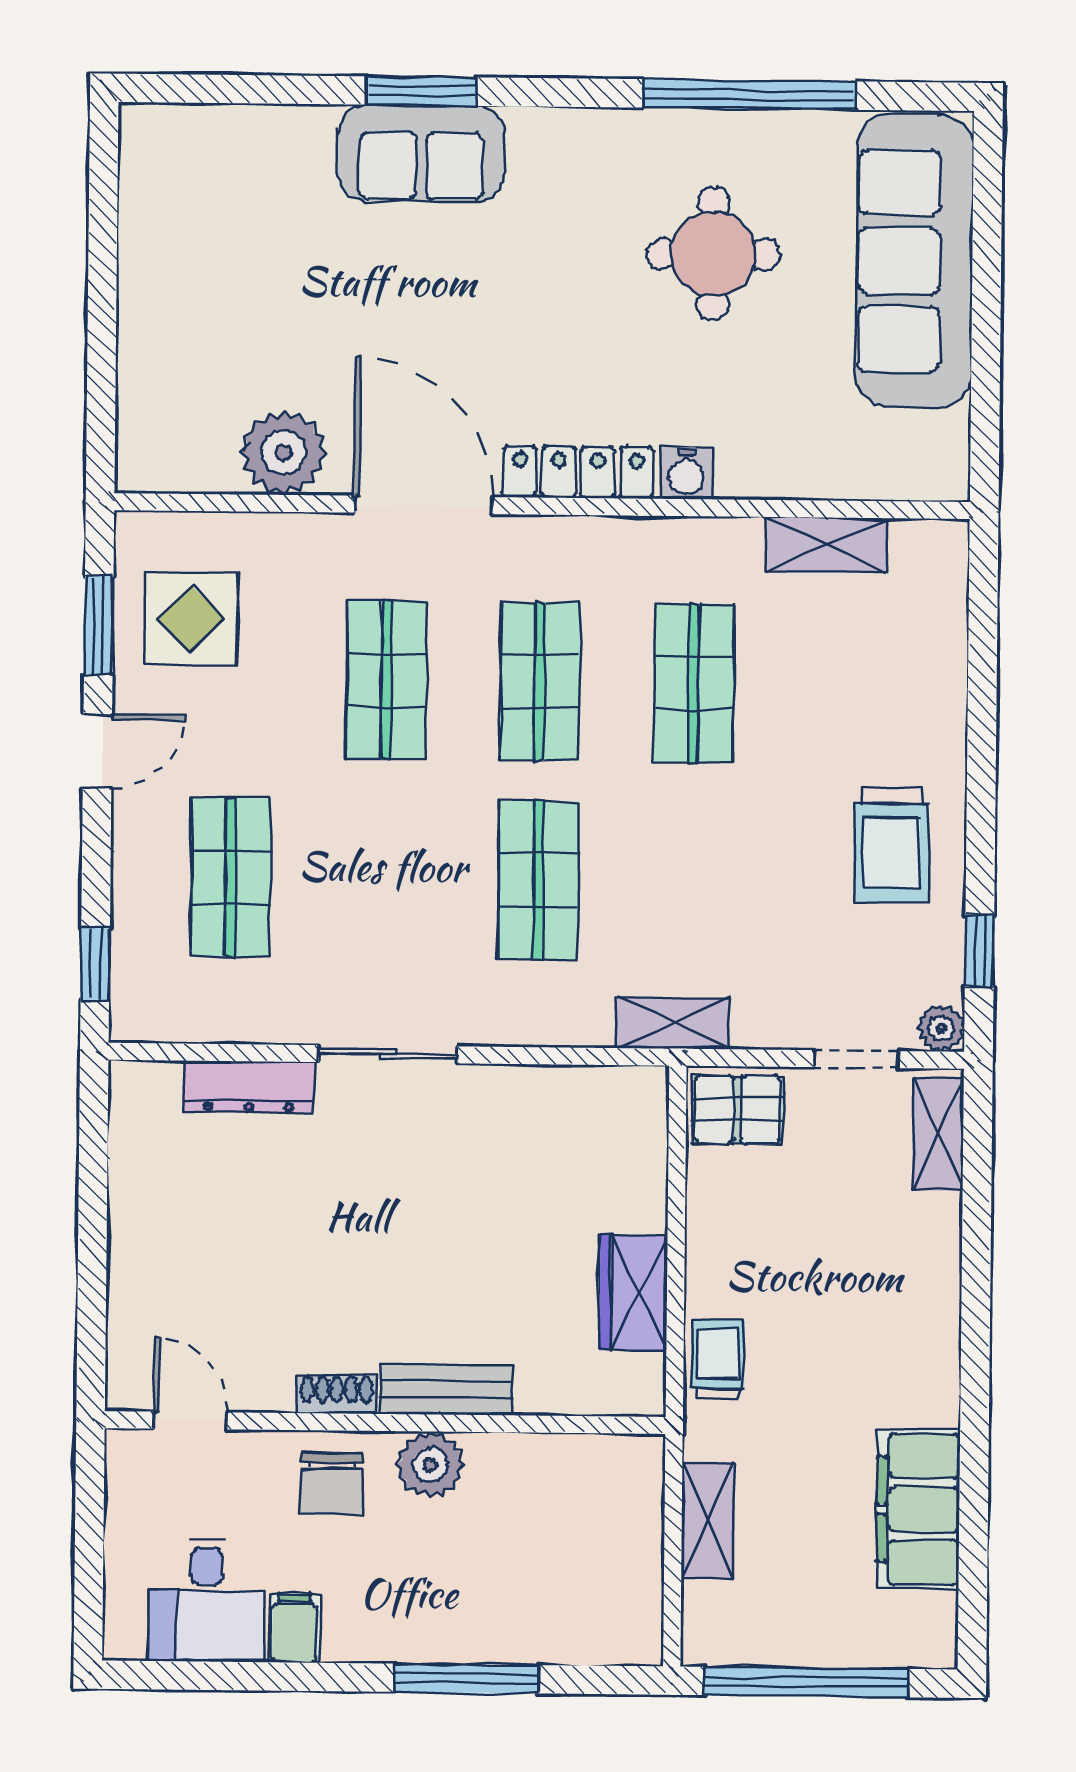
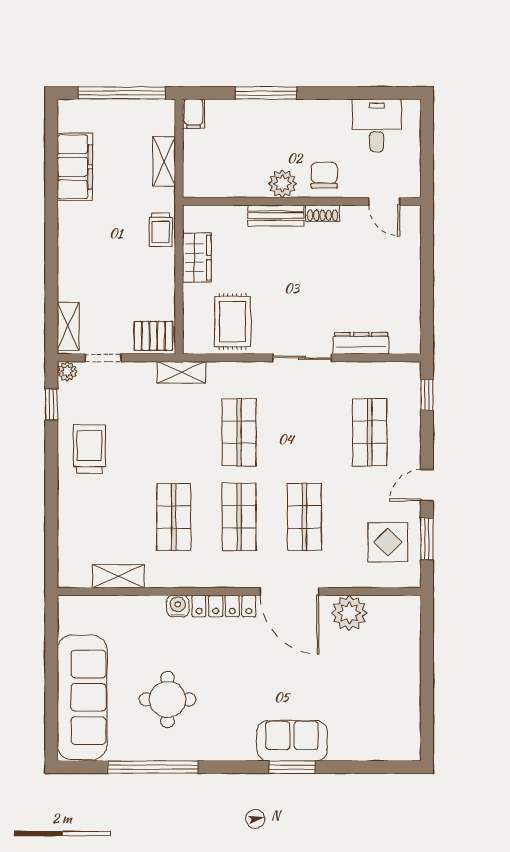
rug: (551, 1141) -> (233, 322), added
filing cabinet: (294, 1628) -> (193, 114), moved

